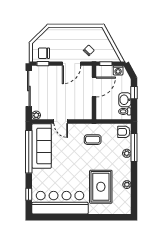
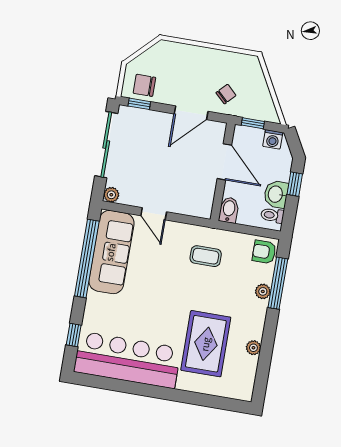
door: (94, 87) -> (224, 162), hinge flipped
bidet: (101, 113) -> (229, 210), added

